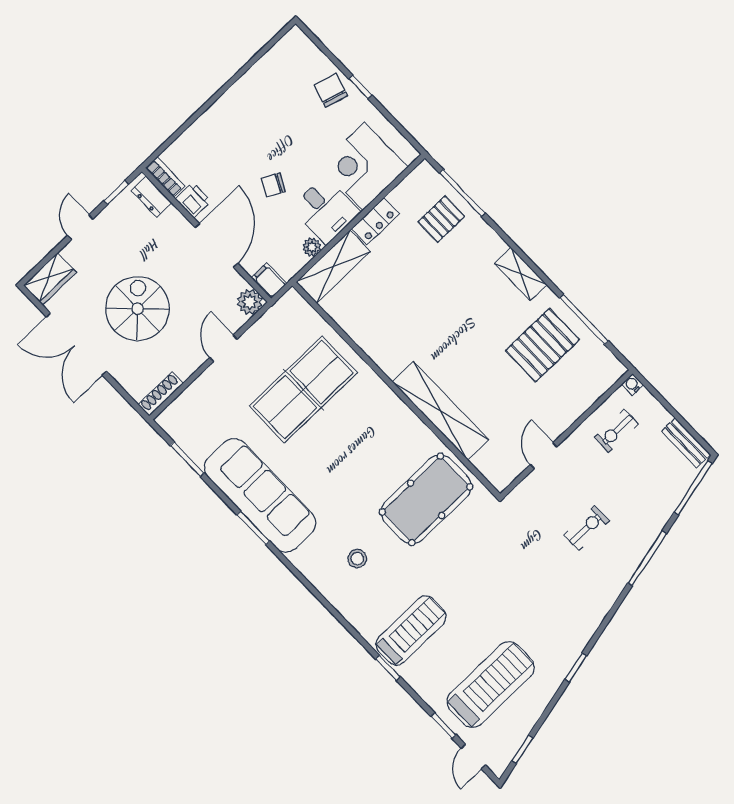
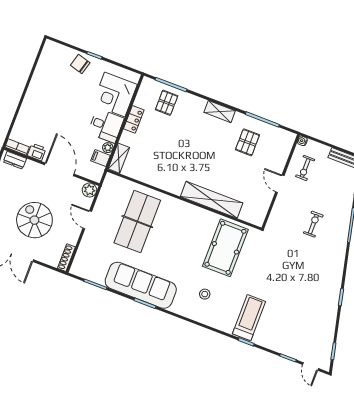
chair: (273, 185) -> (73, 125), removed
shelving: (333, 267) -> (119, 158), width x0.67, depth x0.75
filing cabinet: (269, 281) -> (101, 158), moved
pallet: (542, 345) -> (247, 142), width x0.67, depth x0.71
door: (544, 456) -> (280, 184), moved
treadmill: (491, 685) -> (302, 326), removed

